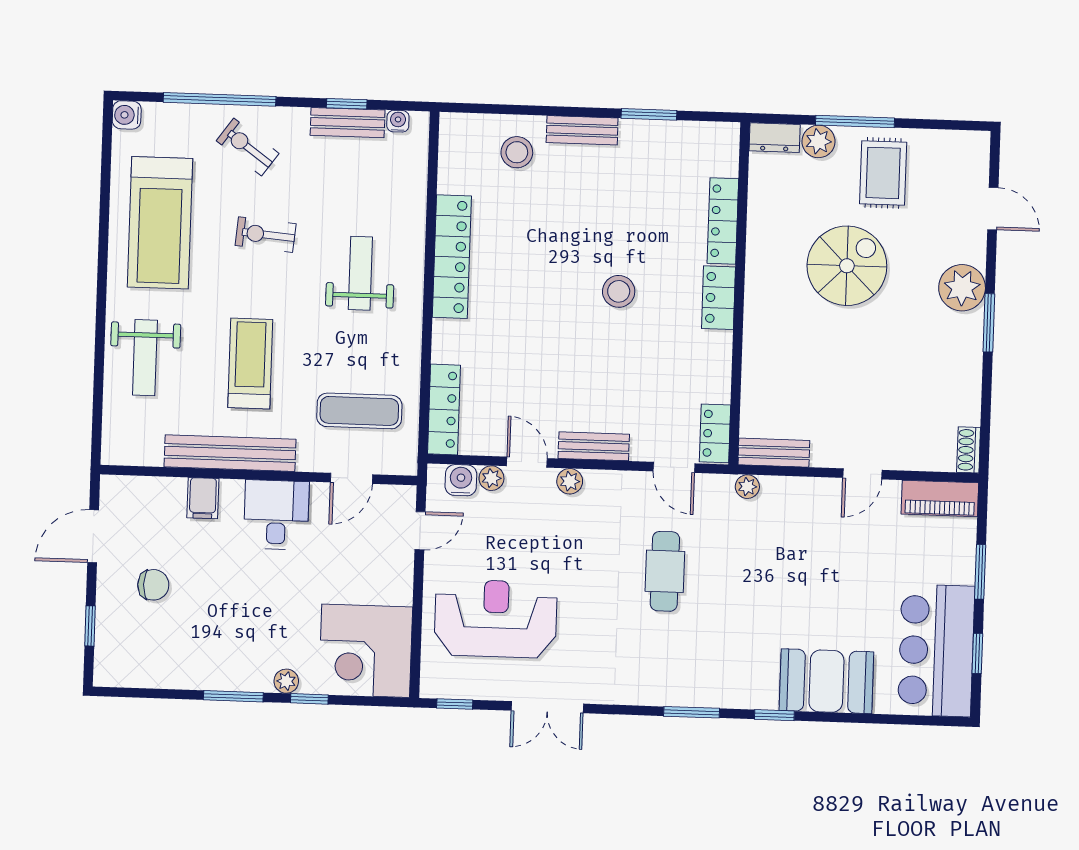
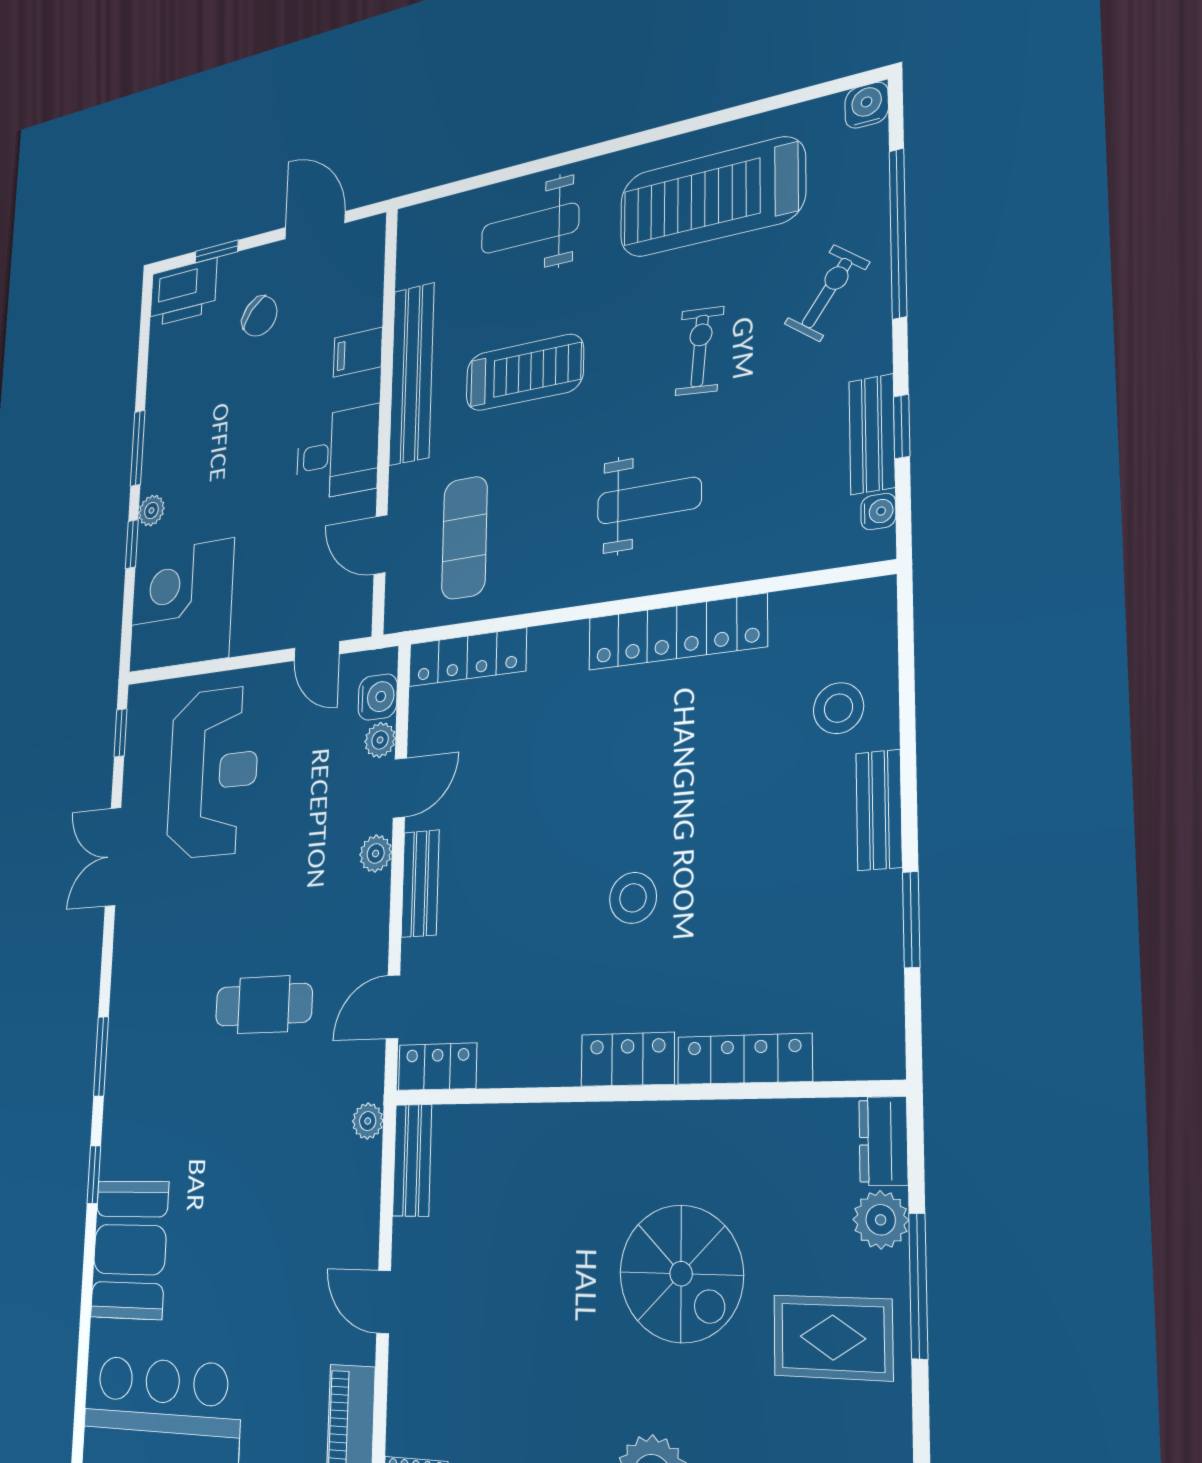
chair: (153, 585) -> (260, 316), turned -50
printer: (116, 657) -> (183, 293), added

